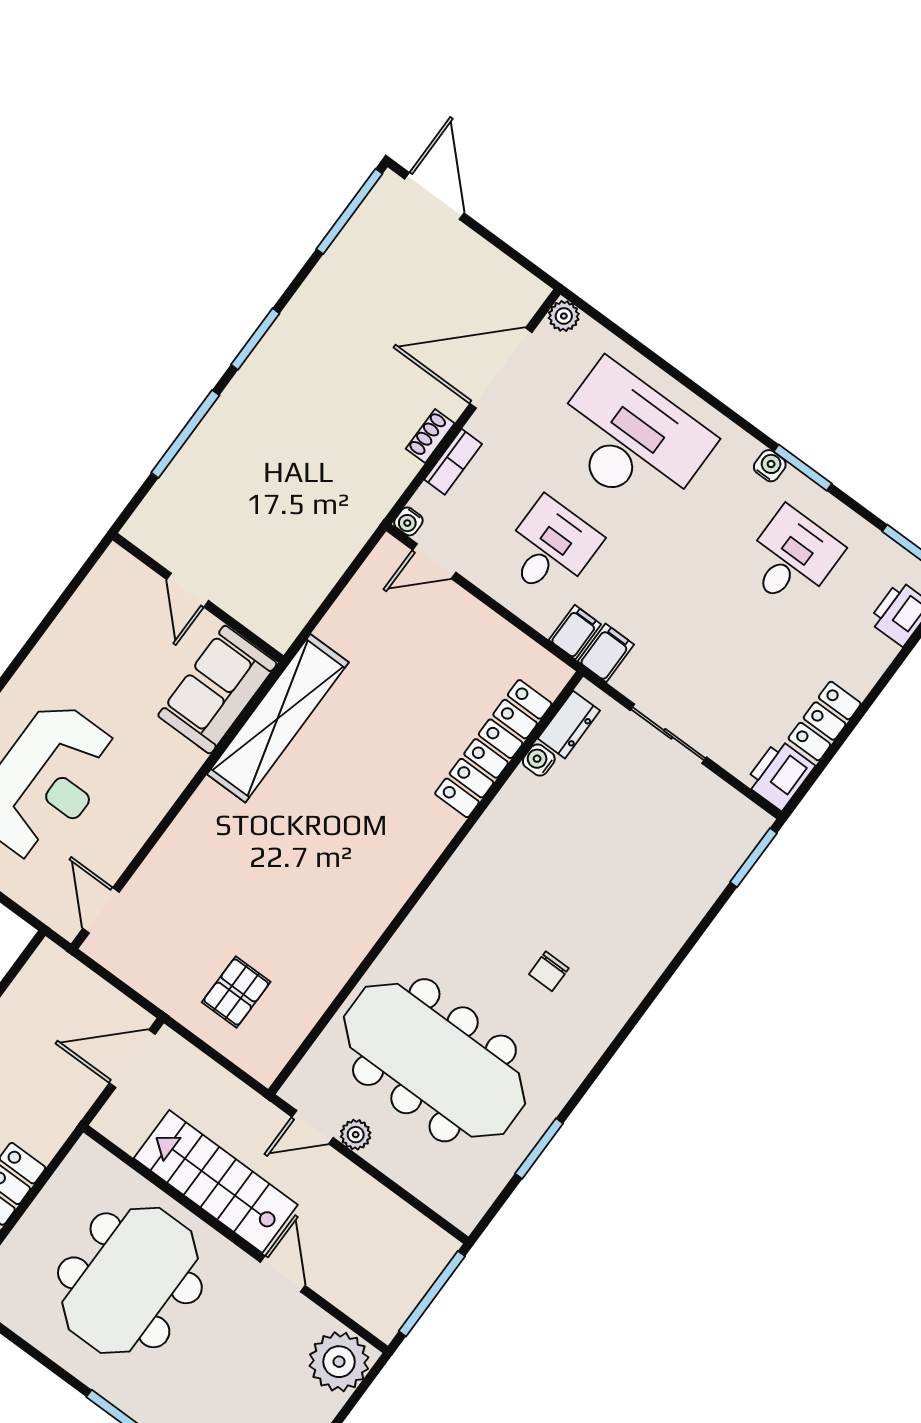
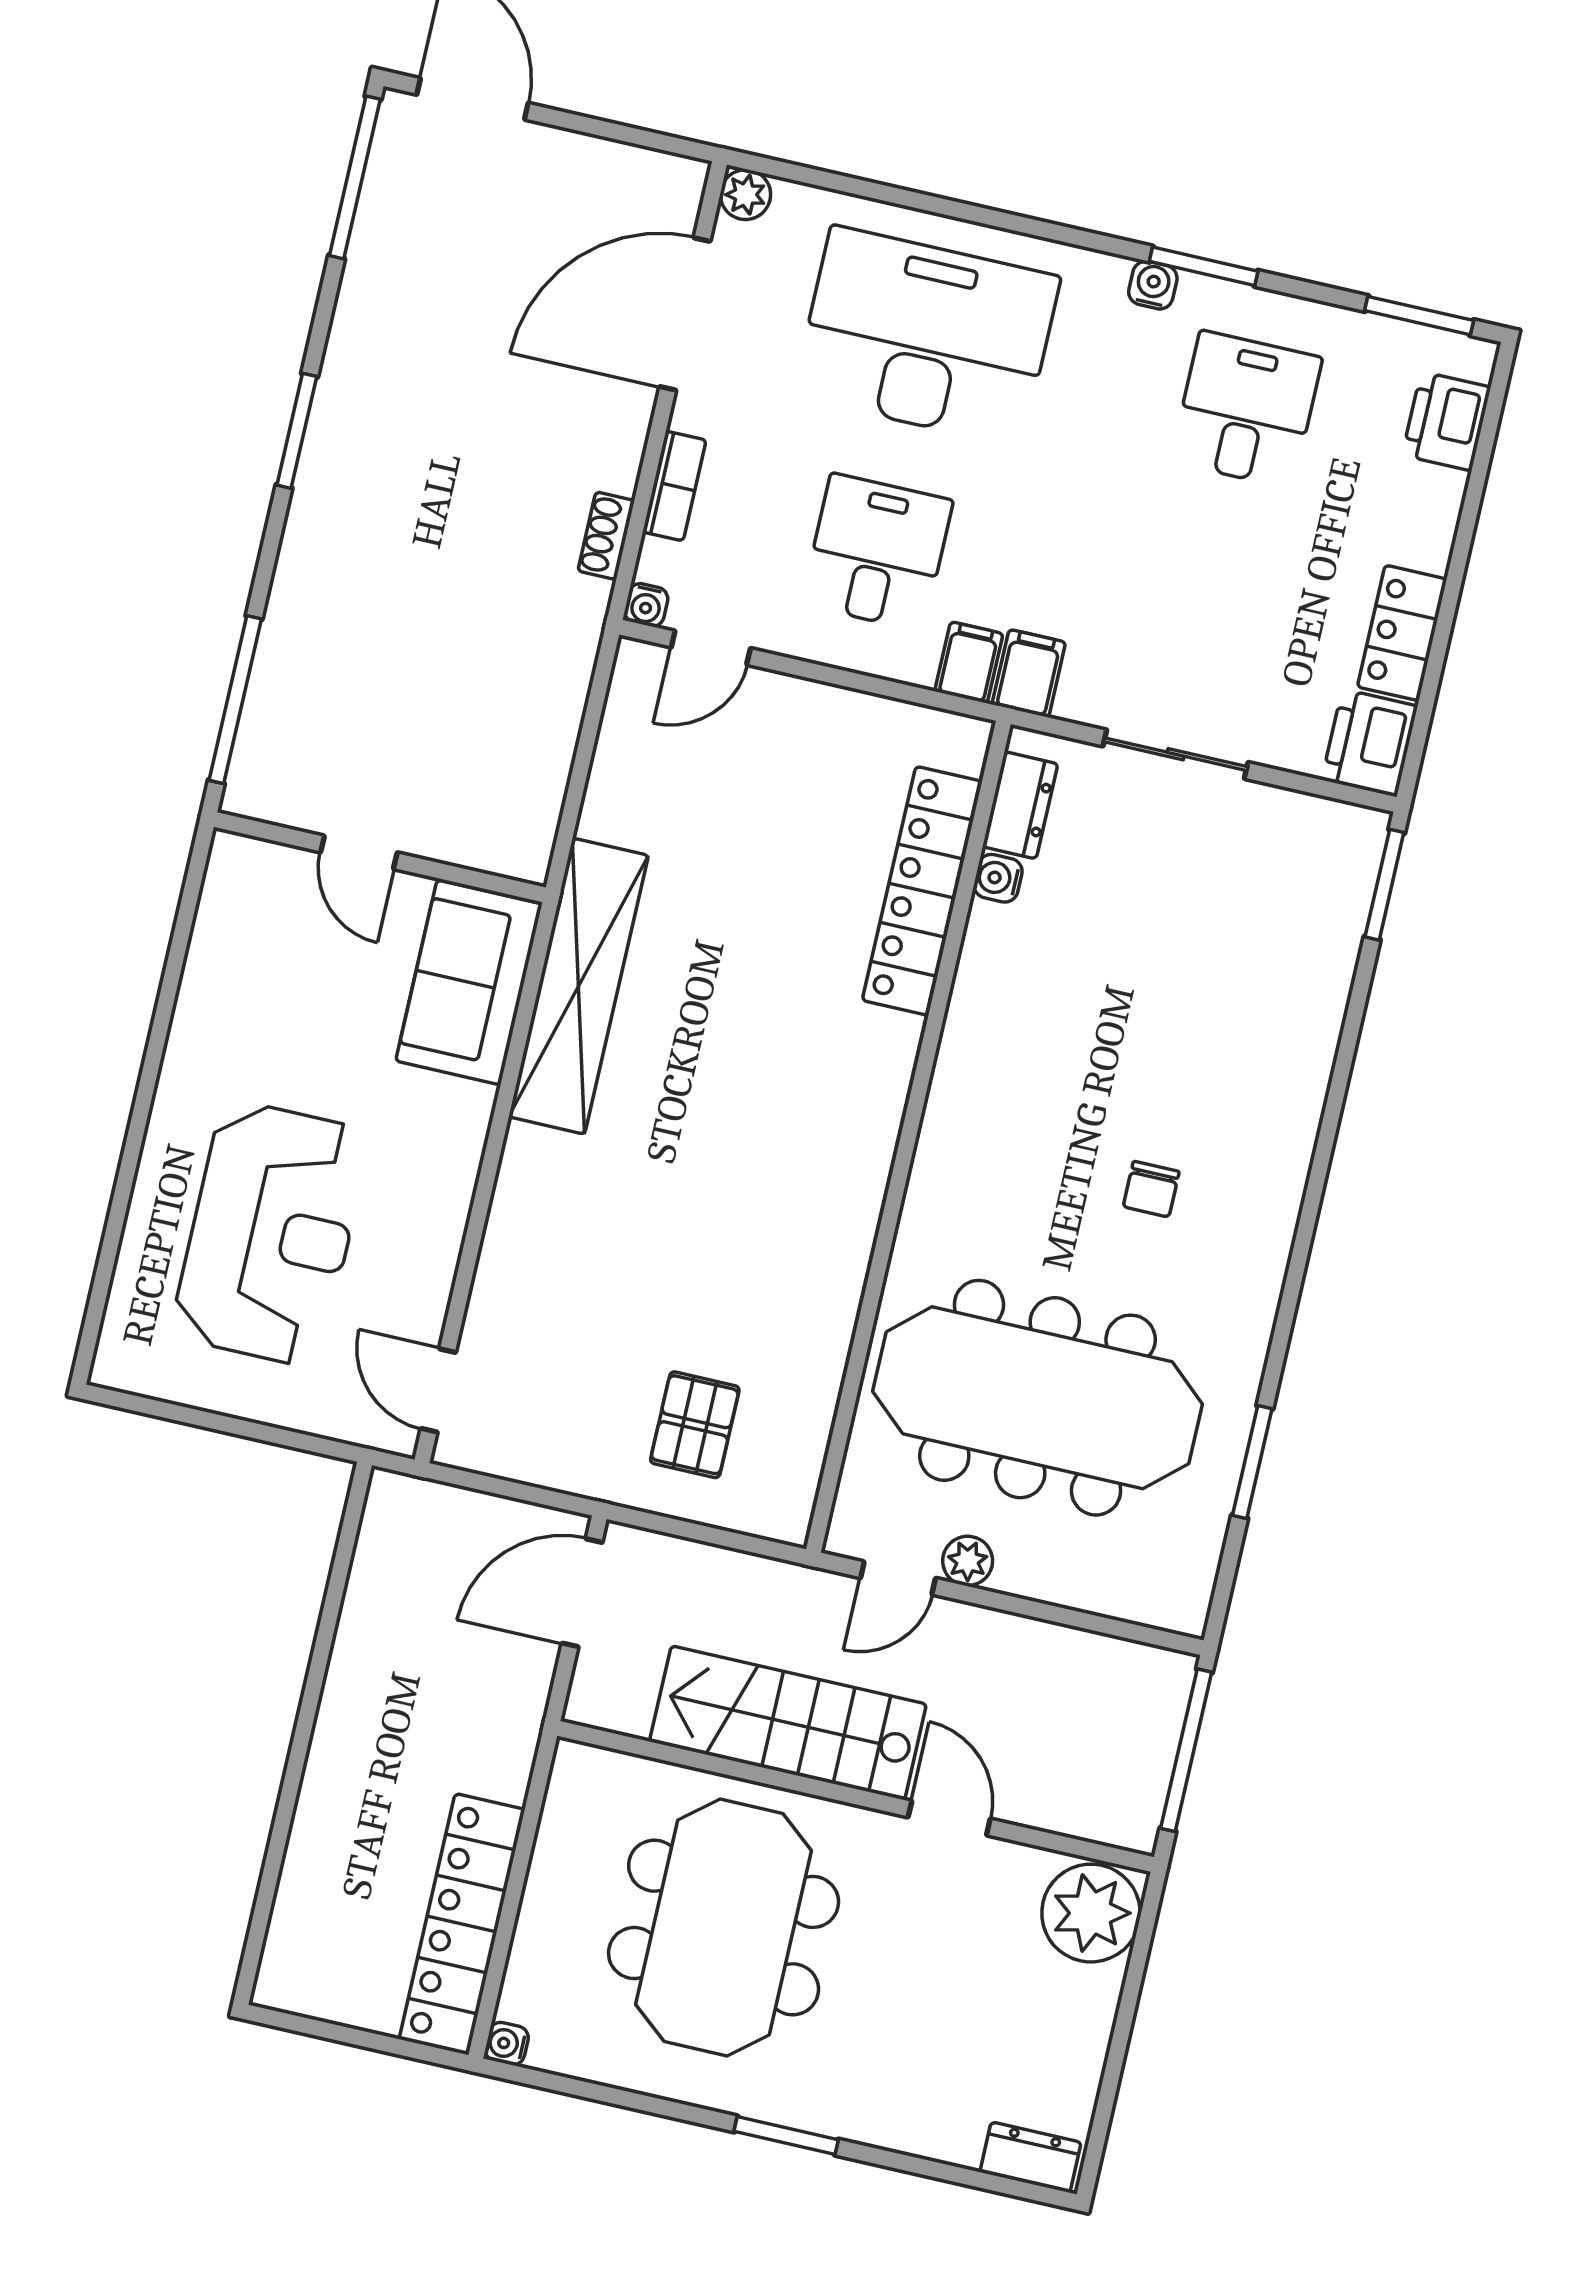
window: (185, 434) -> (235, 700), moved
shoe rack: (430, 436) -> (606, 536), moved

